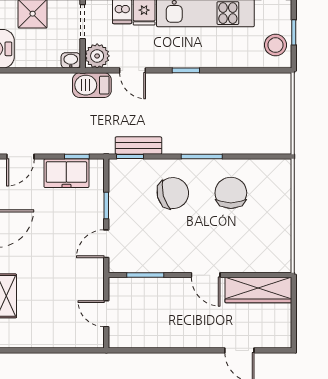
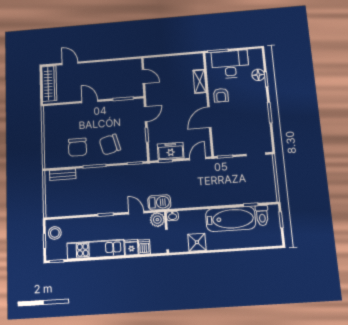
bench: (138, 146) -> (63, 175), moved
wardrobe: (258, 290) -> (49, 84), moved, turned 90

